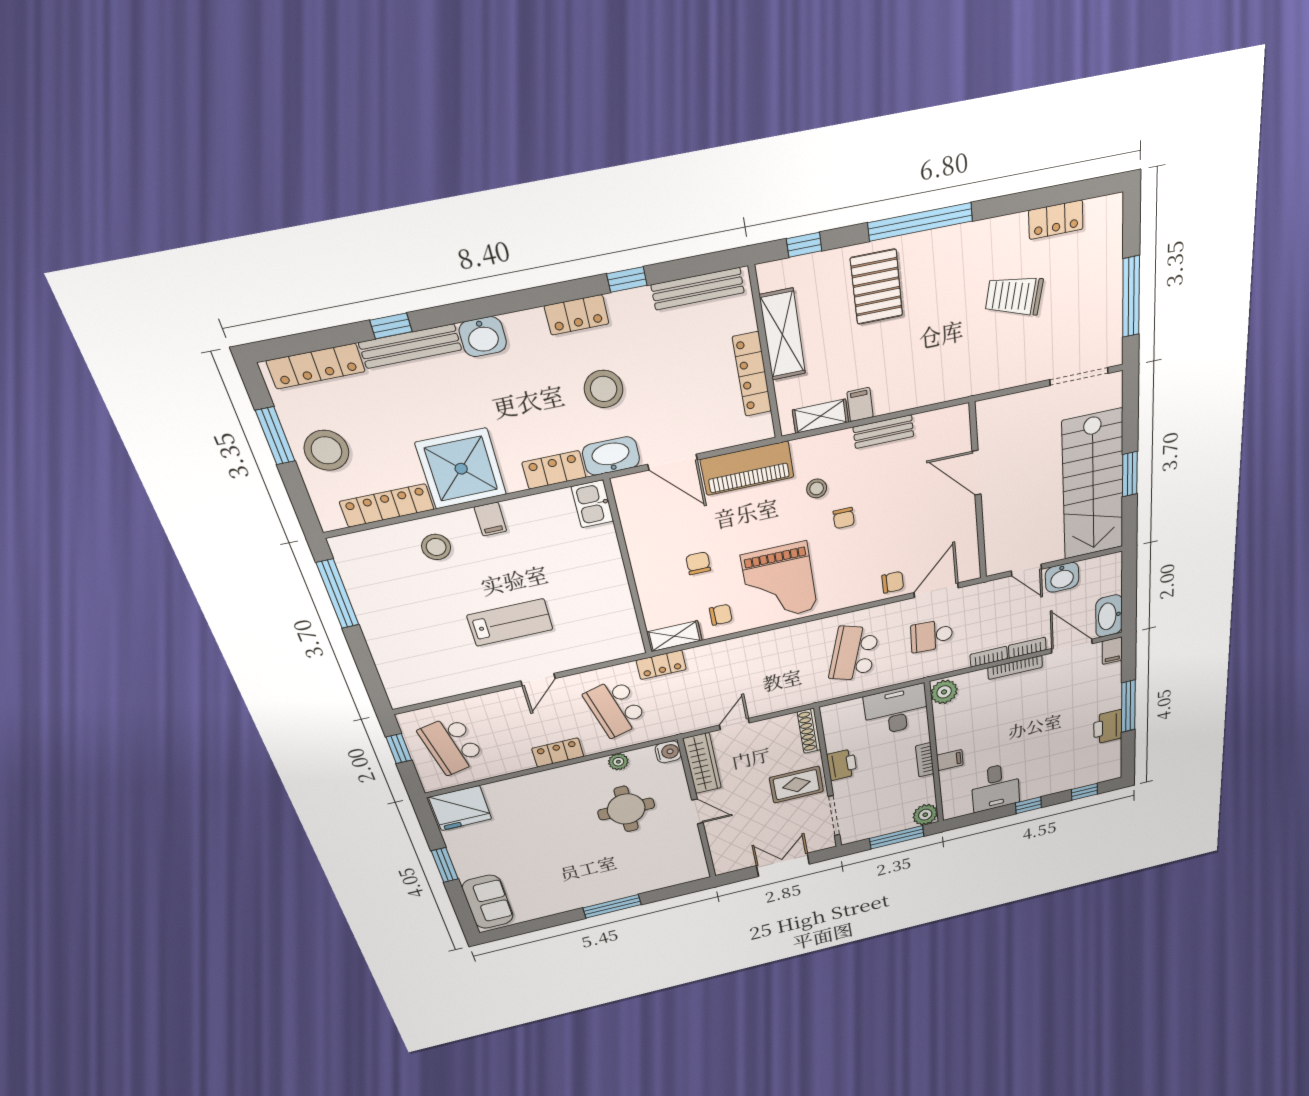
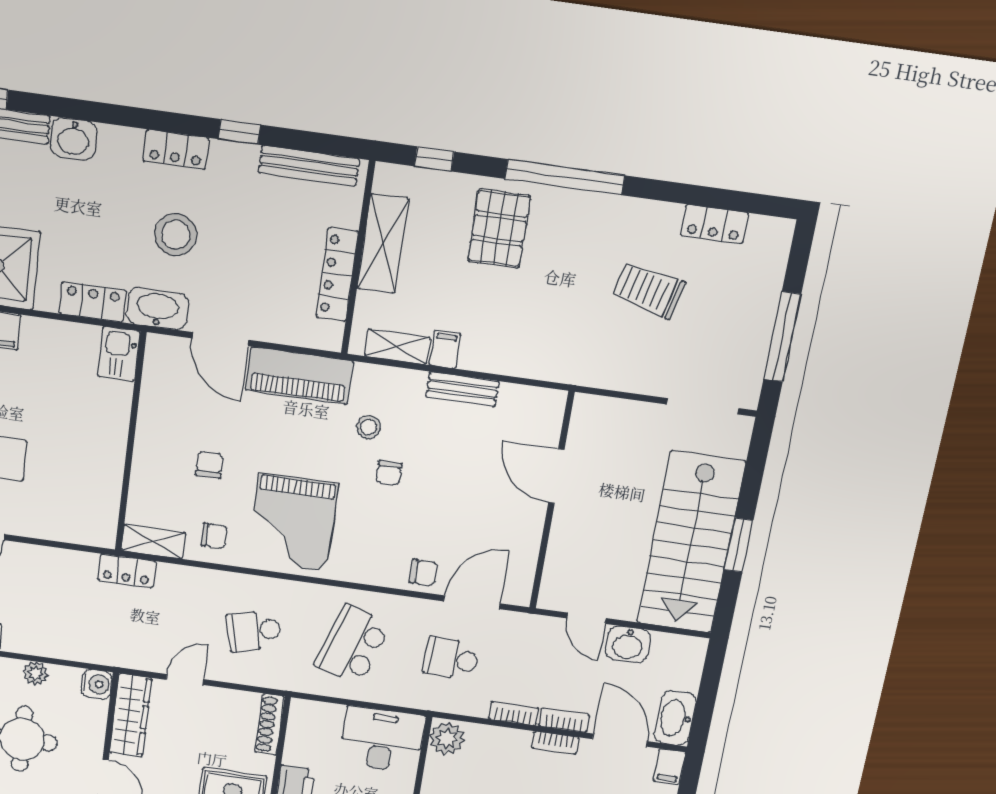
bookcase: (1015, 667) -> (555, 743), width x0.64
school desk: (615, 708) -> (254, 631), moved, width x0.54

